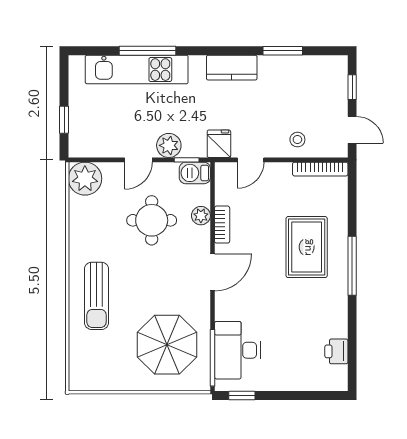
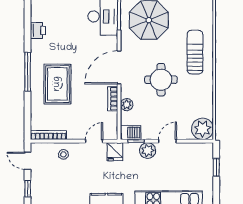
round table: (152, 220) -> (161, 80), moved
door: (212, 272) -> (119, 67), width x1.36
printer: (336, 351) -> (38, 30), moved

